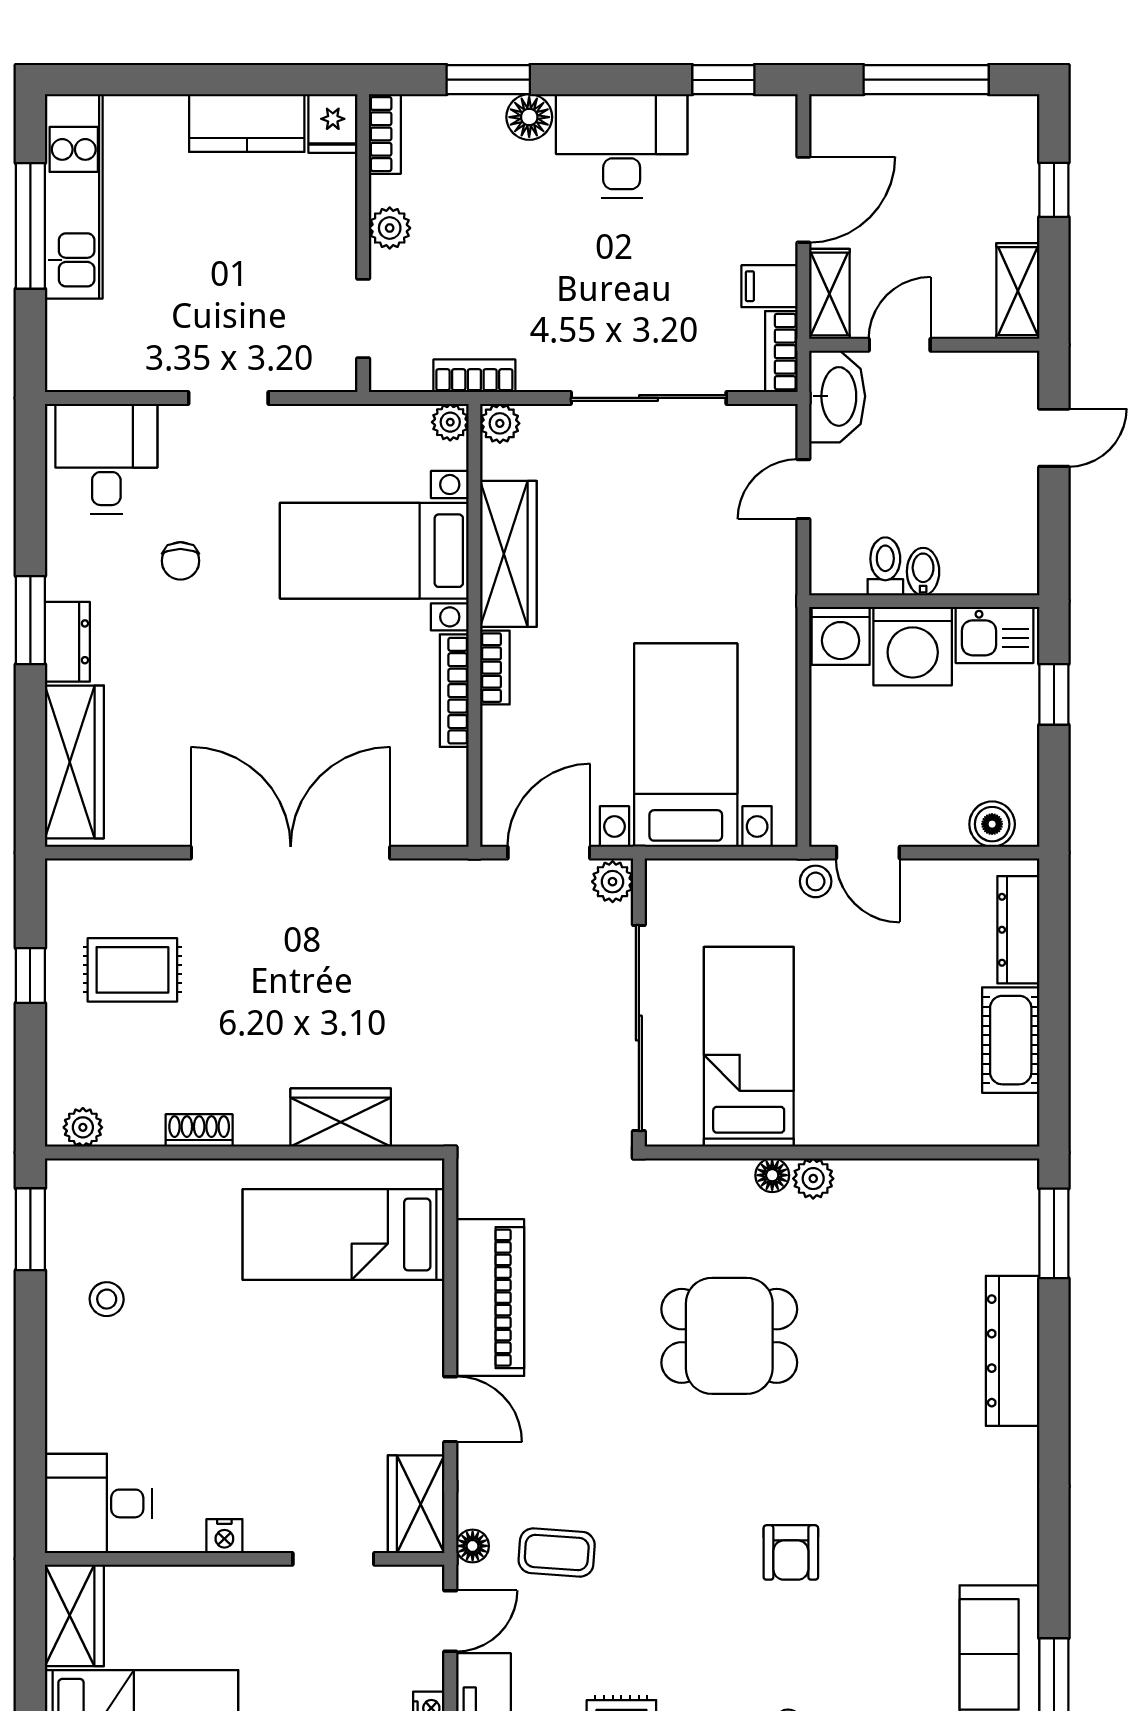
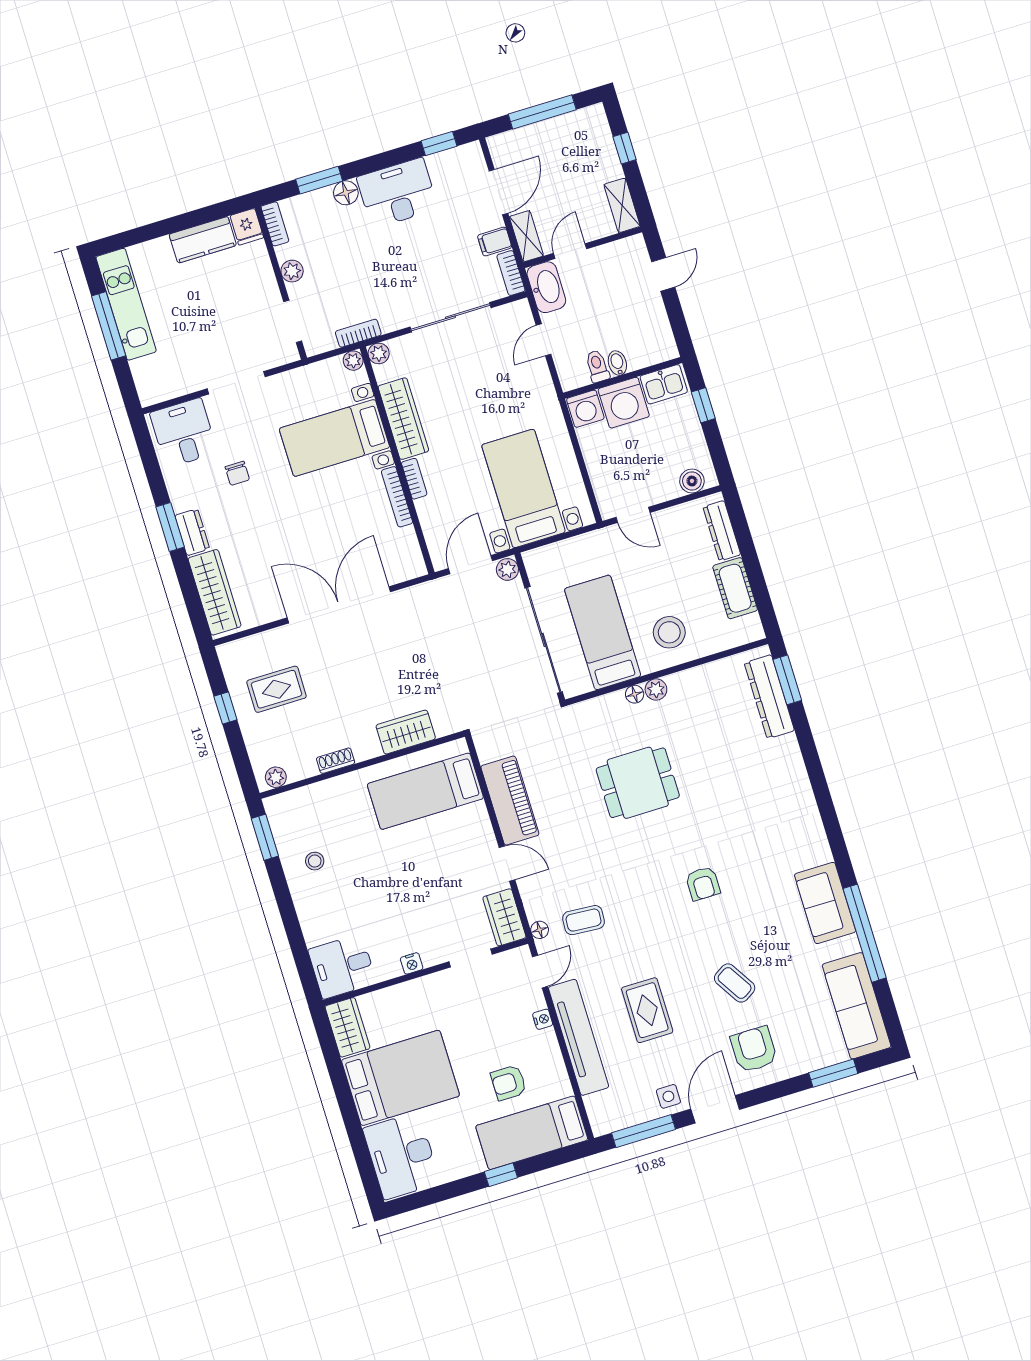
doorway: (228, 398) -> (236, 383), width x1.38
stool: (816, 881) -> (669, 632), moved, width x1.89, depth x1.89
dresser: (1013, 1351) -> (769, 697), moved

